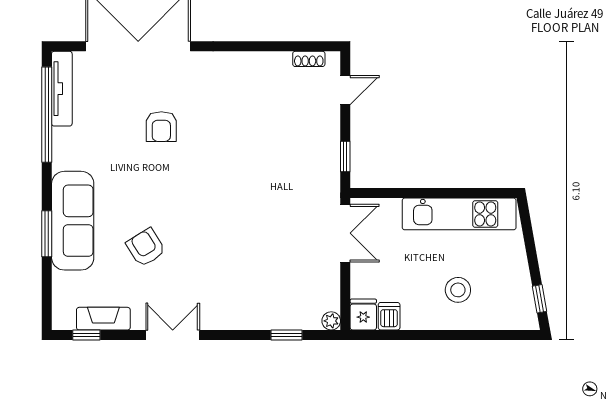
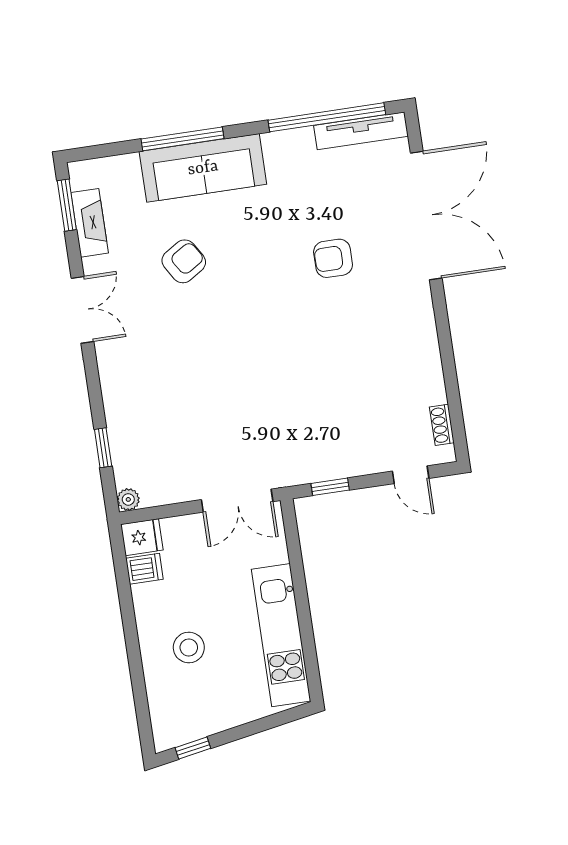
window: (47, 234) -> (183, 139), width x1.44
window: (86, 335) -> (67, 205), width x1.50

